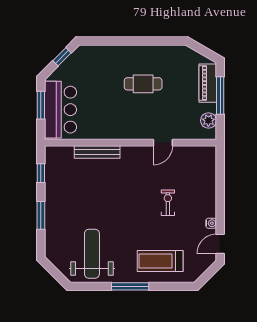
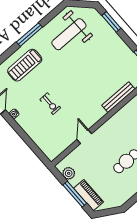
window: (41, 215) -> (111, 22), moved
weight bench: (92, 254) -> (69, 34), turned 90
treadmill: (160, 261) -> (25, 65), turned 180

